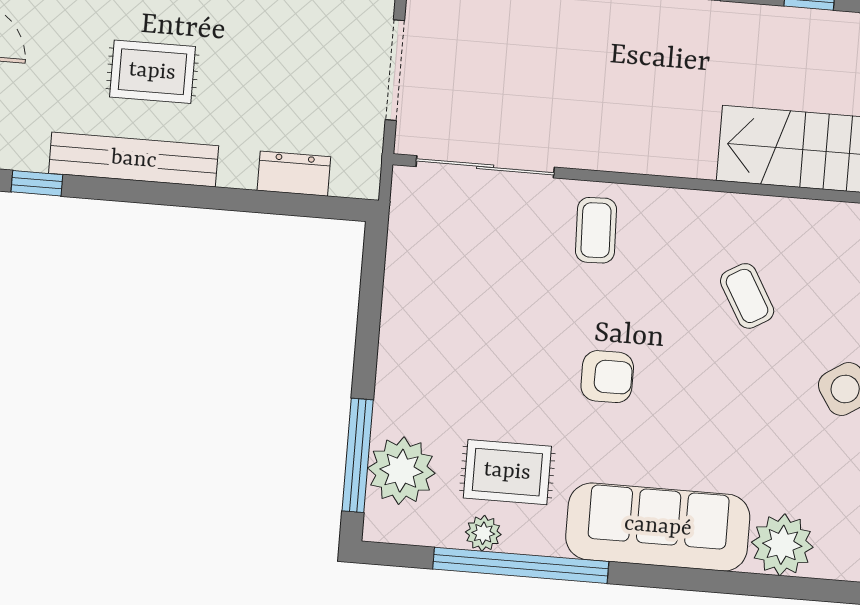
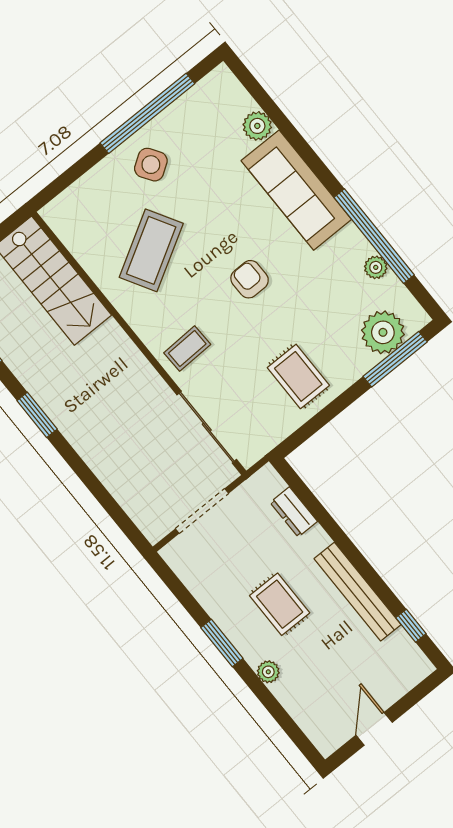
rug: (152, 72) -> (280, 604), moved
coffee table: (747, 296) -> (151, 250), width x1.86, depth x1.72
rug: (507, 472) -> (298, 376), moved
plant: (782, 545) -> (257, 126), width x0.73, depth x0.73

